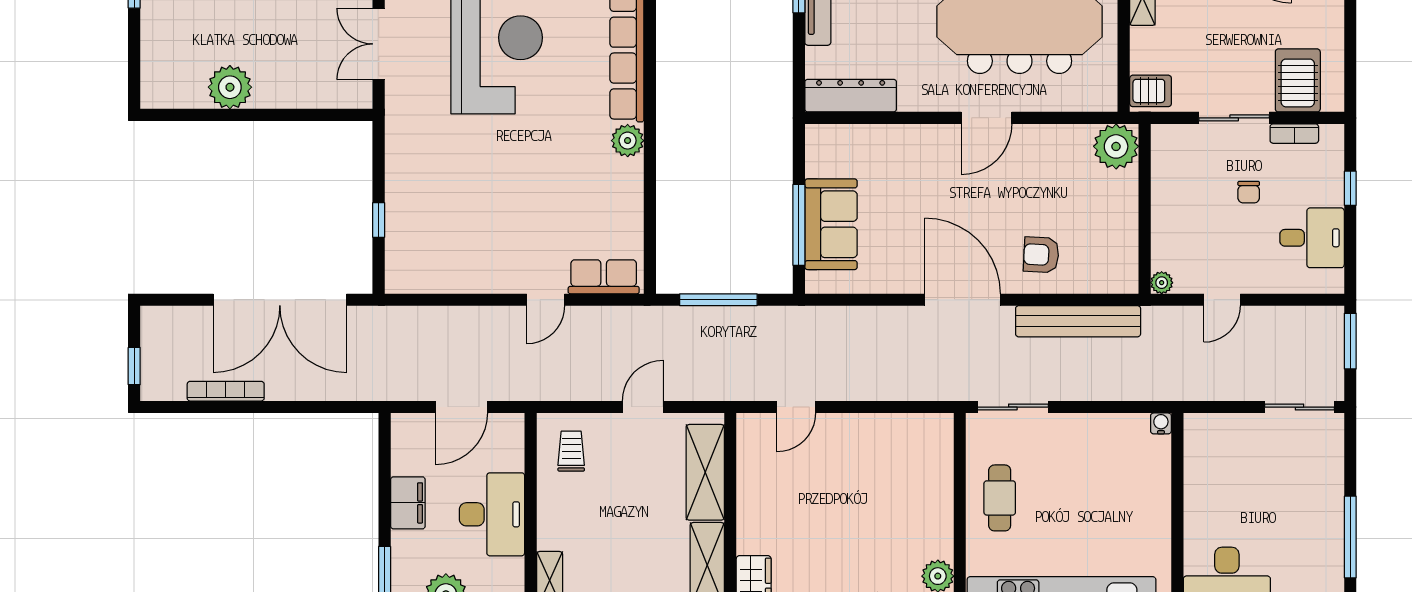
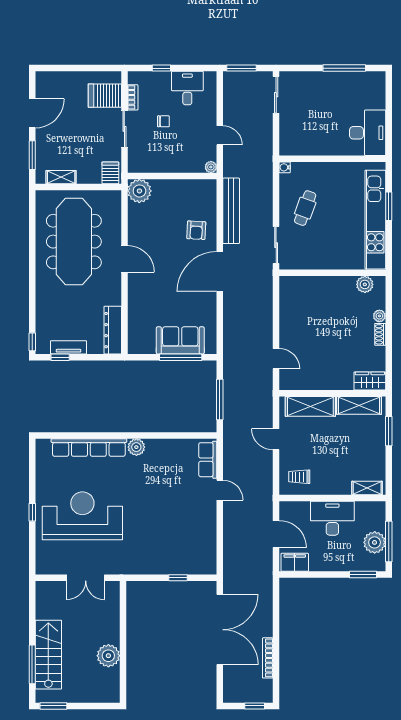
cafe table: (1000, 498) -> (305, 208), moved, turned -70
filing cabinet: (408, 503) -> (295, 562), moved

